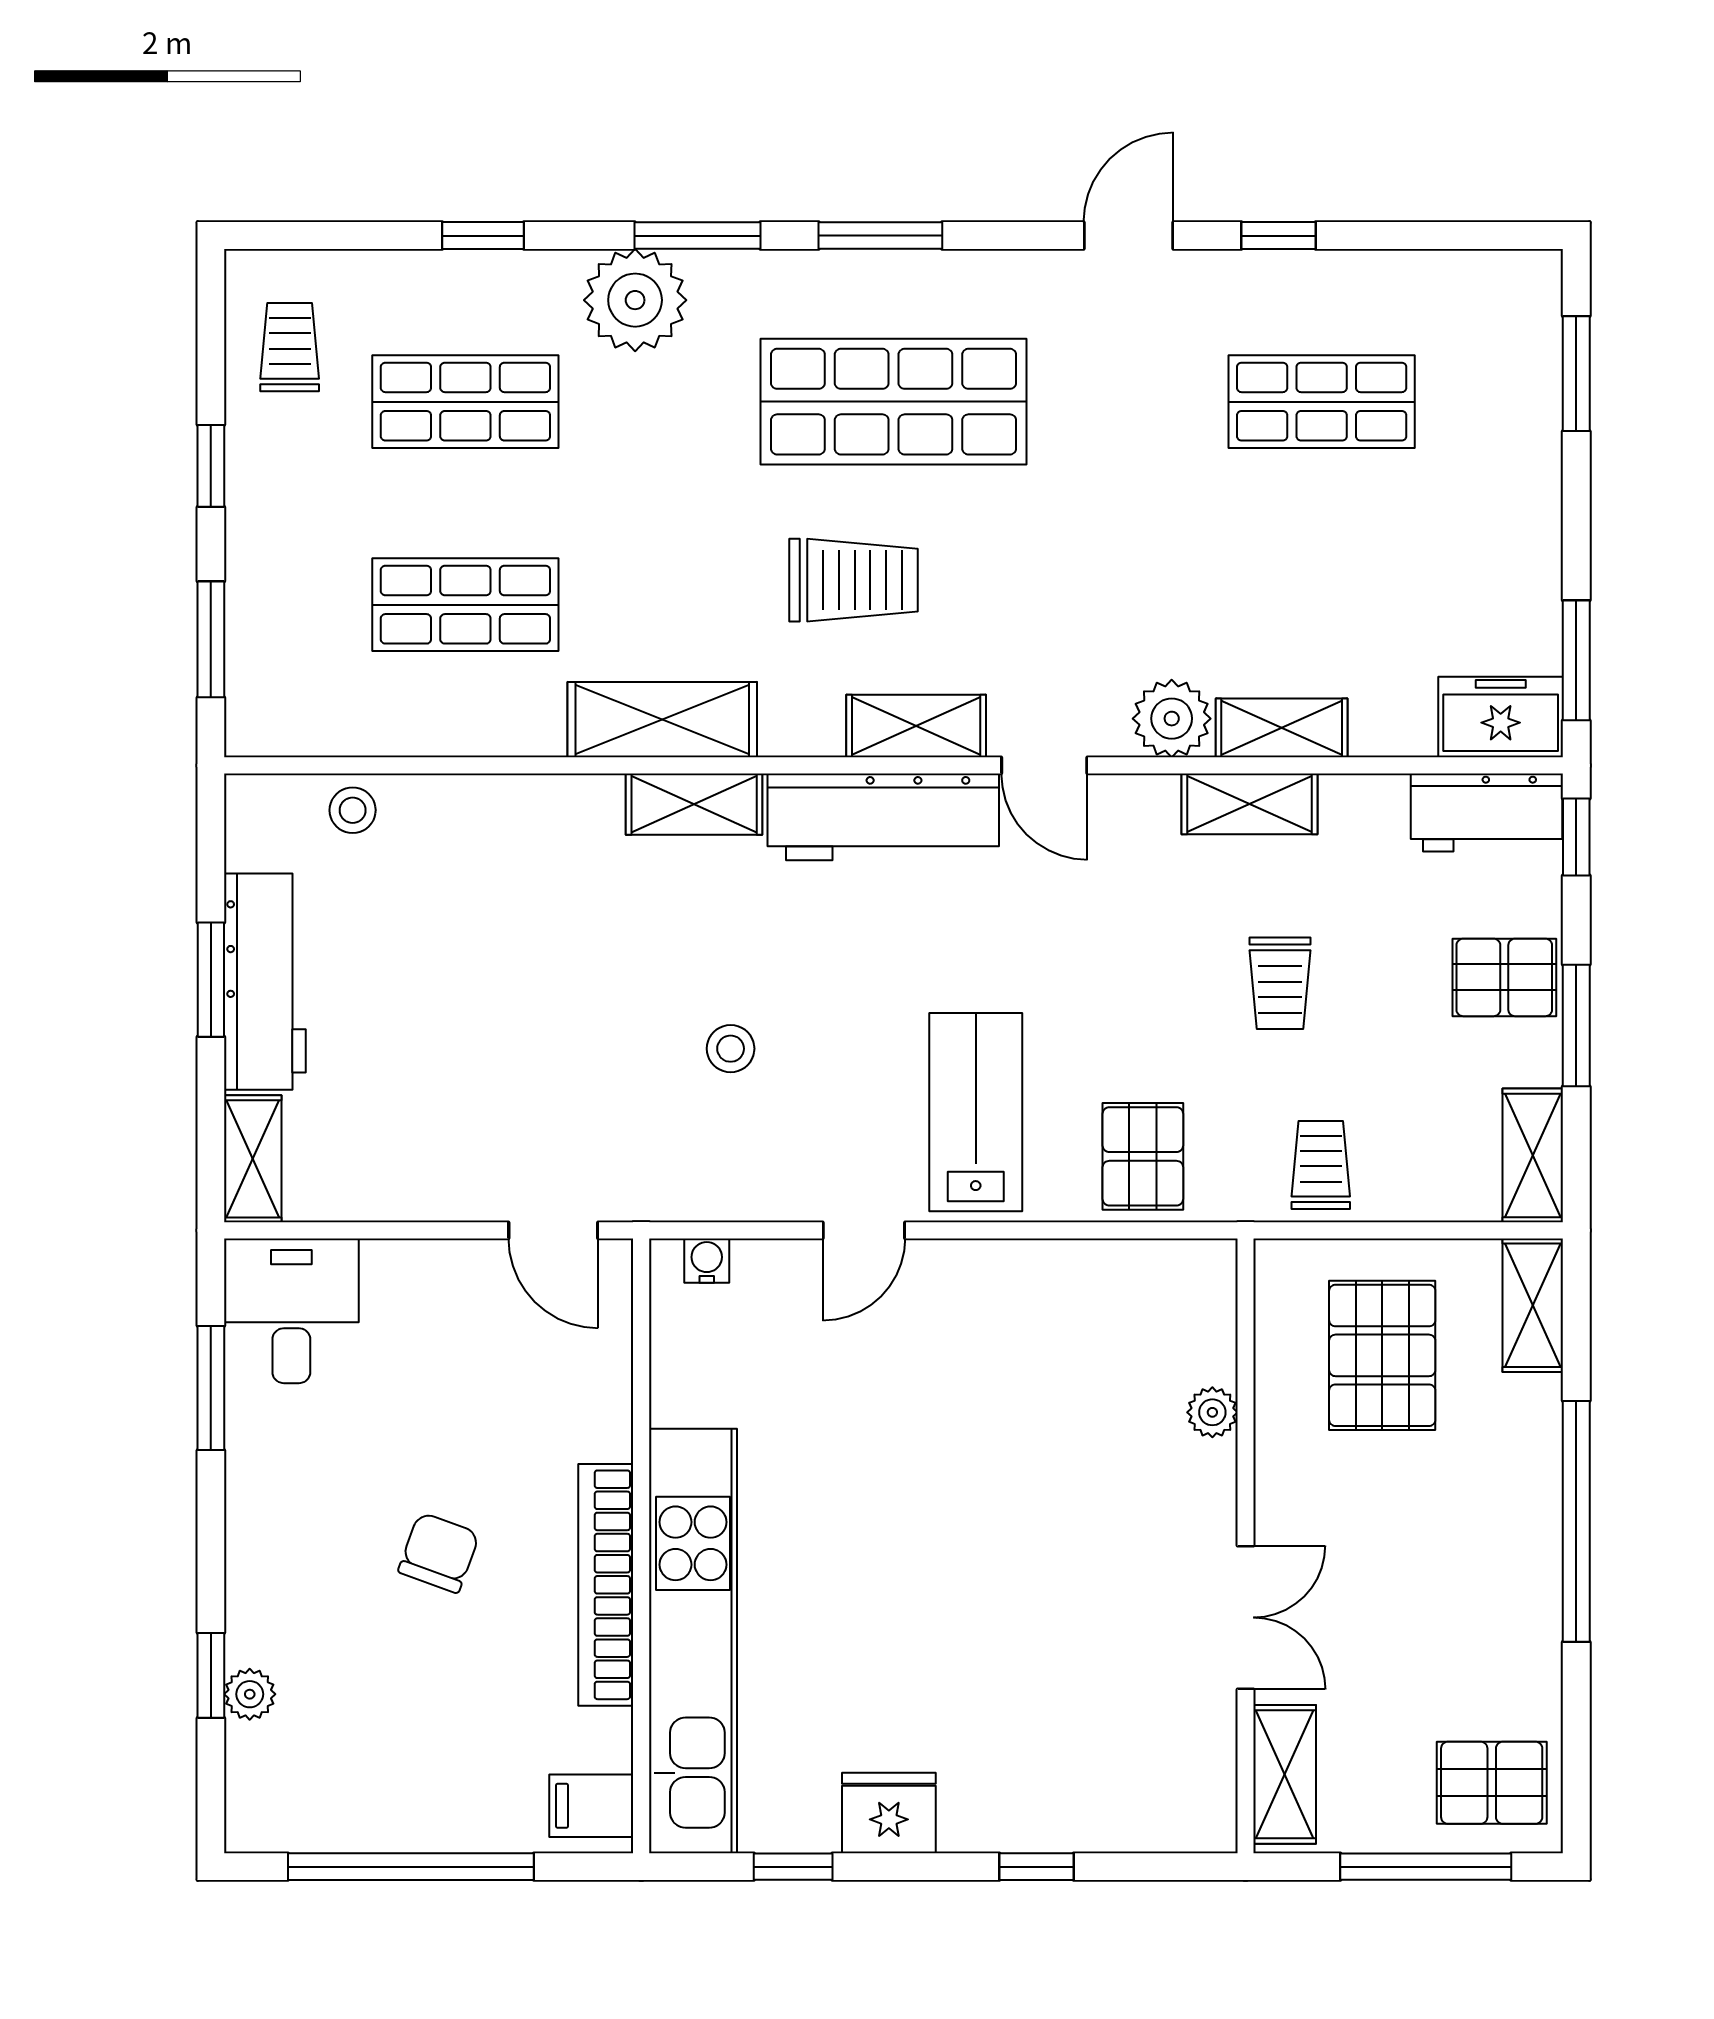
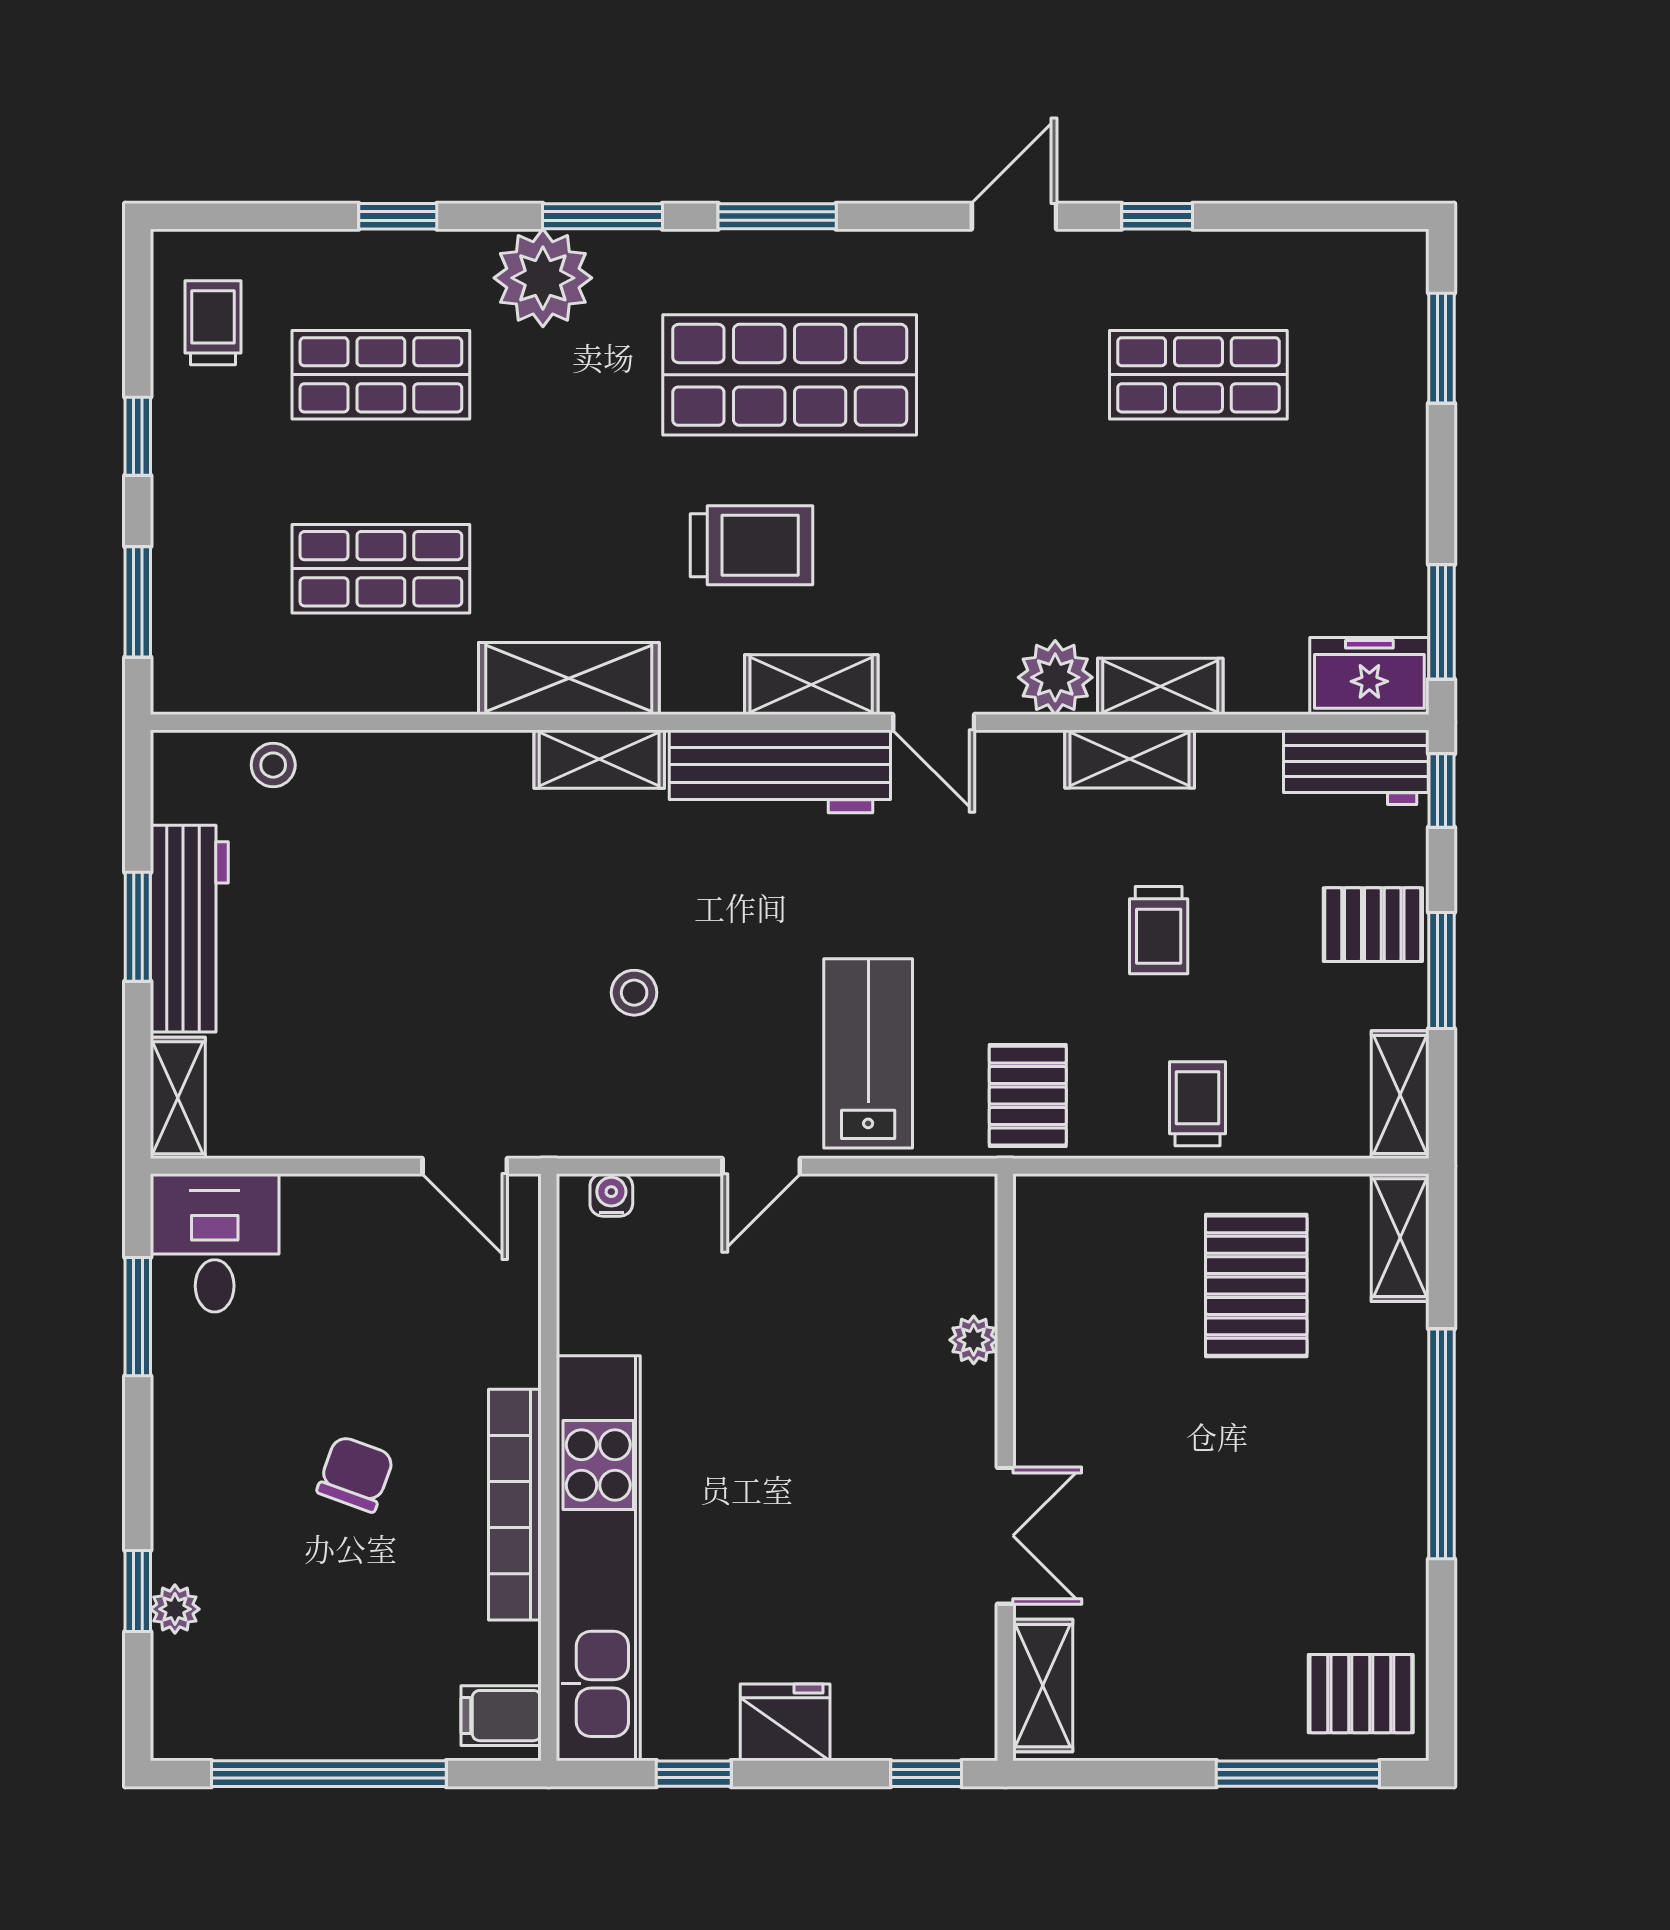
plant: (1212, 1412) -> (974, 1340), moved
wall: (1246, 1546) -> (1005, 1467), moved
double door: (1246, 1617) -> (1005, 1536), moved
shelving: (1285, 1774) -> (1043, 1686), moved

